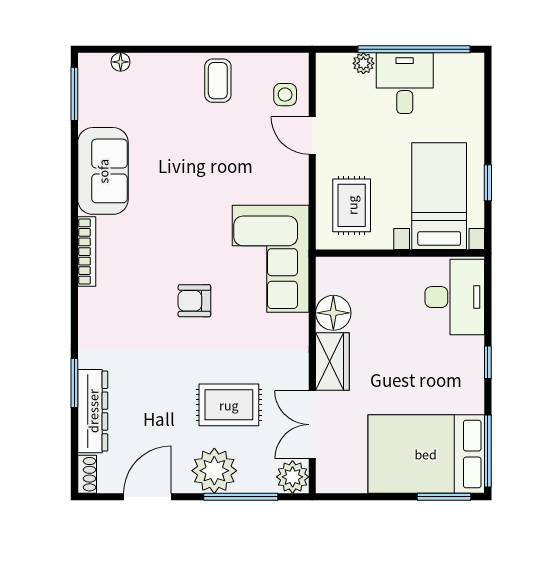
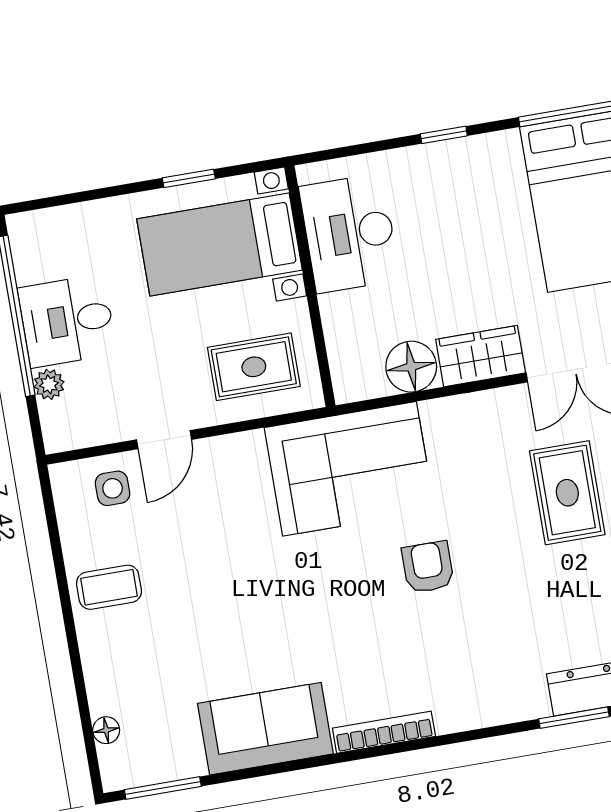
desk: (455, 297) -> (349, 233), moved, turned -90
armchair: (194, 301) -> (428, 567), turned 180

